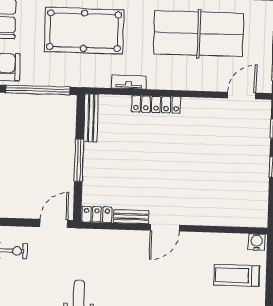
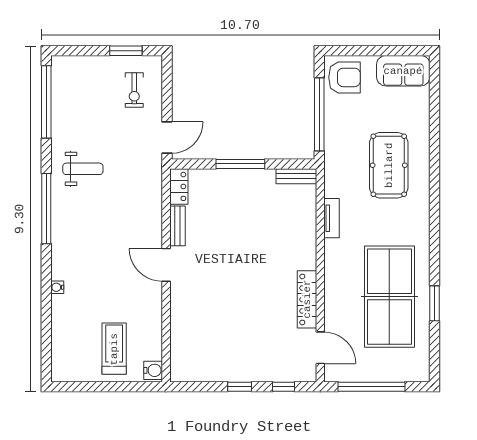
pool table: (84, 31) -> (389, 165), width x0.73, depth x0.76
locker: (156, 104) -> (307, 299), moved
bench: (91, 118) -> (296, 176), width x0.73
door: (54, 223) -> (167, 138), hinge flipped

